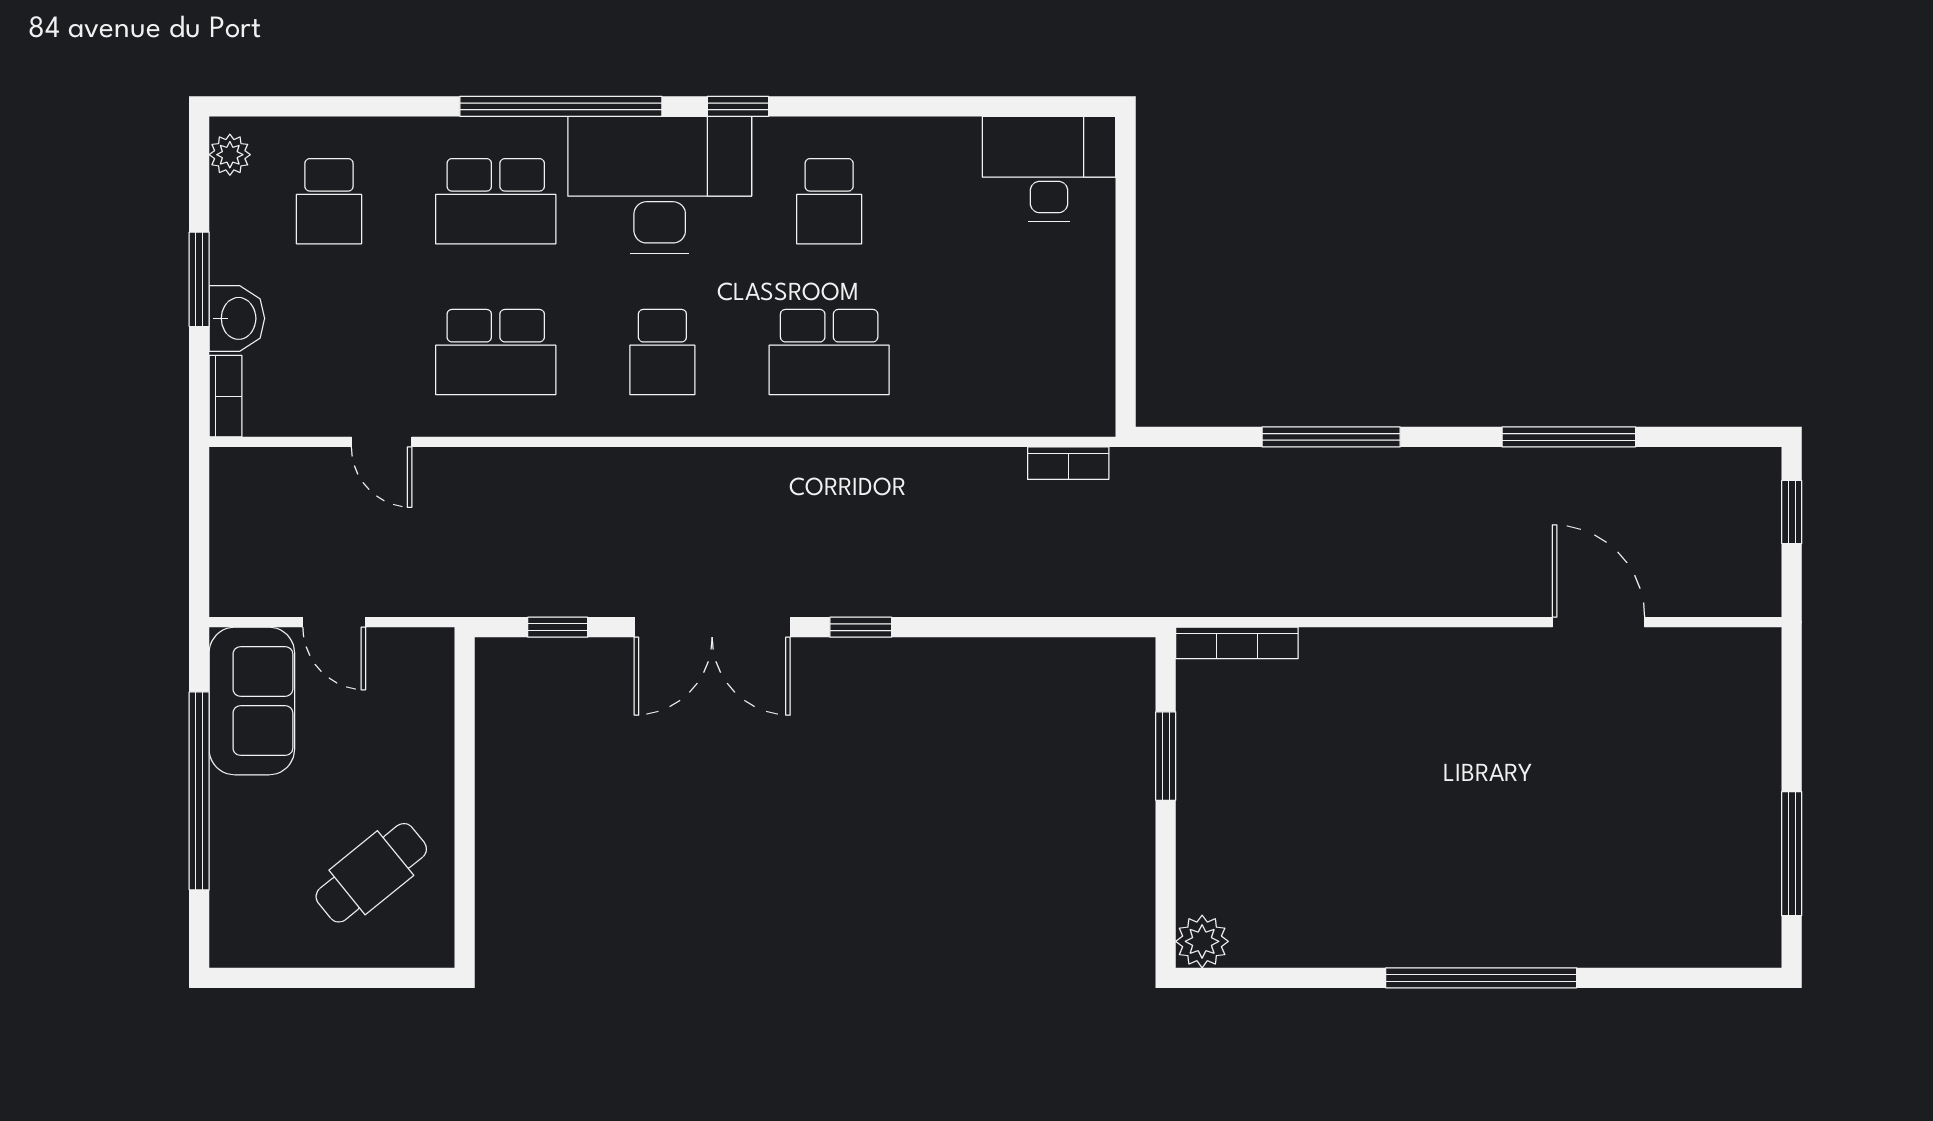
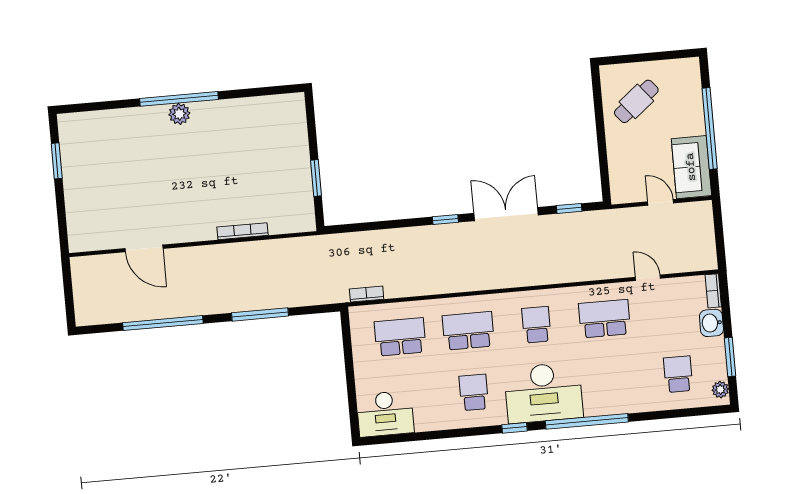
school desk: (496, 201) -> (400, 337), moved
window: (199, 279) -> (730, 357), moved
window: (1569, 437) -> (163, 323), width x1.46
window: (1792, 512) -> (69, 300), removed
bookcase: (1237, 643) -> (243, 231), moved
window: (1792, 854) -> (57, 161), width x0.69
plant: (1202, 941) -> (179, 114), moved

